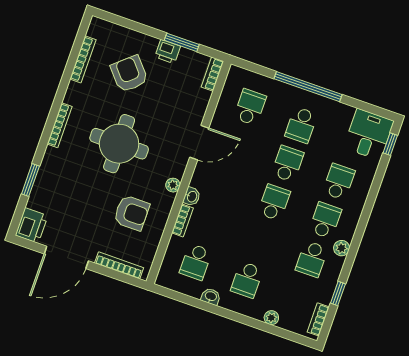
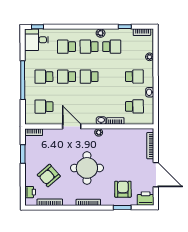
printer: (168, 52) -> (30, 192), moved
school desk: (301, 125) -> (44, 77), turned 180
armchair: (132, 213) -> (123, 189), moved

